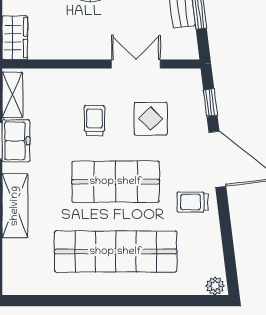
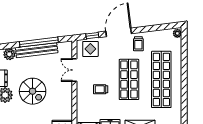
display table: (151, 119) -> (90, 49), moved

